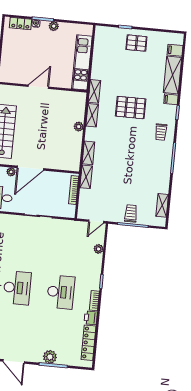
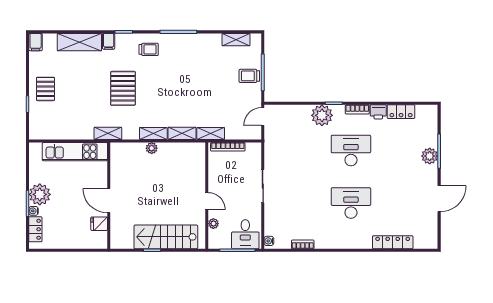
plant: (54, 26) -> (40, 194), width x1.87, depth x1.87
filing cabinet: (175, 50) -> (36, 42), moved
fridge: (20, 77) -> (99, 224), added
shelving: (92, 115) -> (153, 133), moved
door: (30, 168) -> (207, 201), width x0.53
door: (96, 221) -> (263, 116), swing flipped
plant: (99, 249) -> (322, 115), moved, width x1.87, depth x1.87
locker: (89, 343) -> (401, 112), width x0.66

